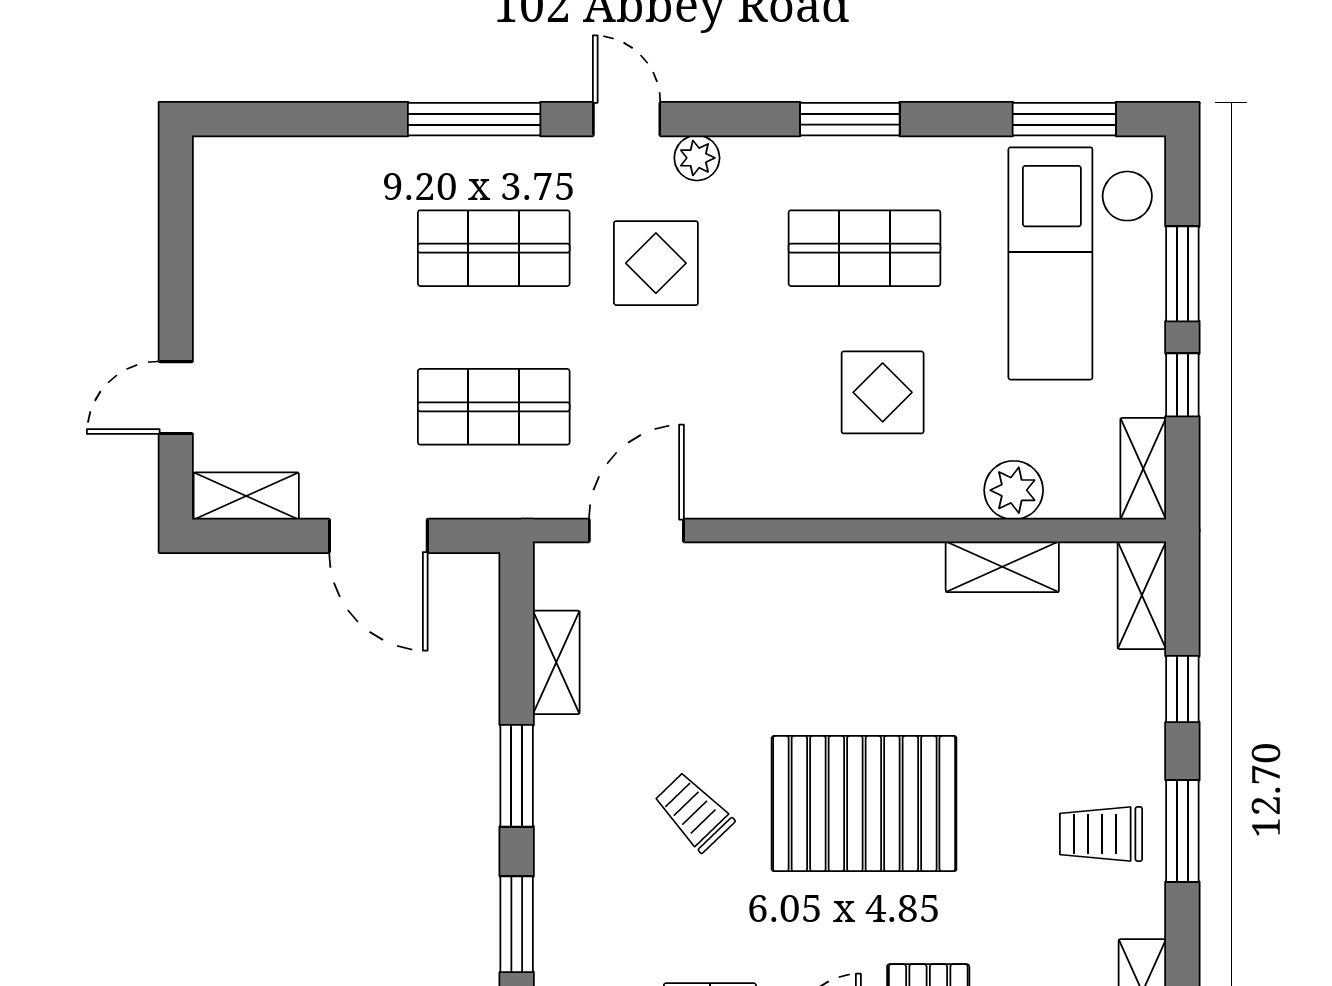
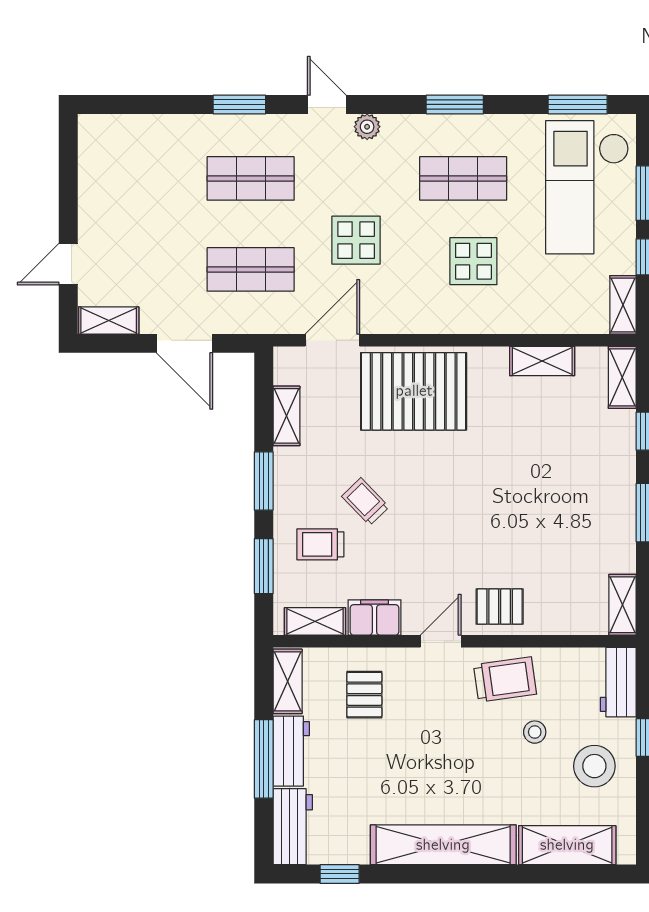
window: (474, 119) -> (239, 104), width x0.69
display table: (656, 263) -> (356, 240), moved
plant: (1014, 490) -> (549, 317), removed
pallet: (864, 804) -> (414, 391), moved
trolley: (1101, 834) -> (320, 544), moved

